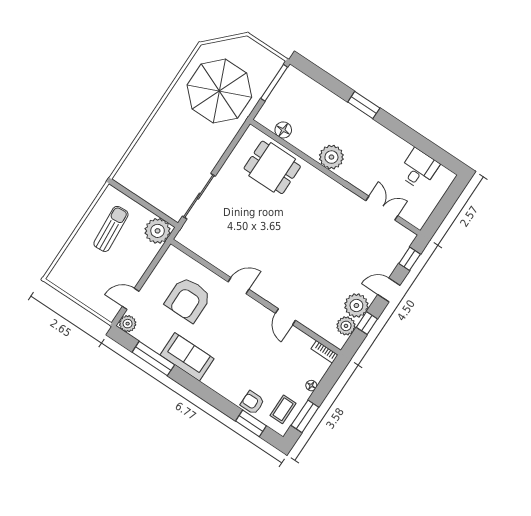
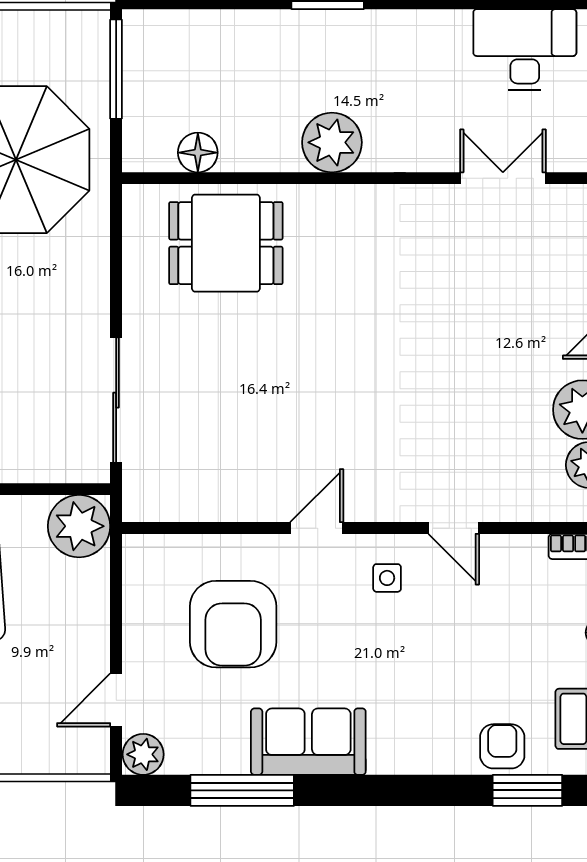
desk: (419, 169) -> (525, 50), width x1.37
side table: (251, 319) -> (387, 578), added
armchair: (252, 403) -> (502, 746), turned 90

